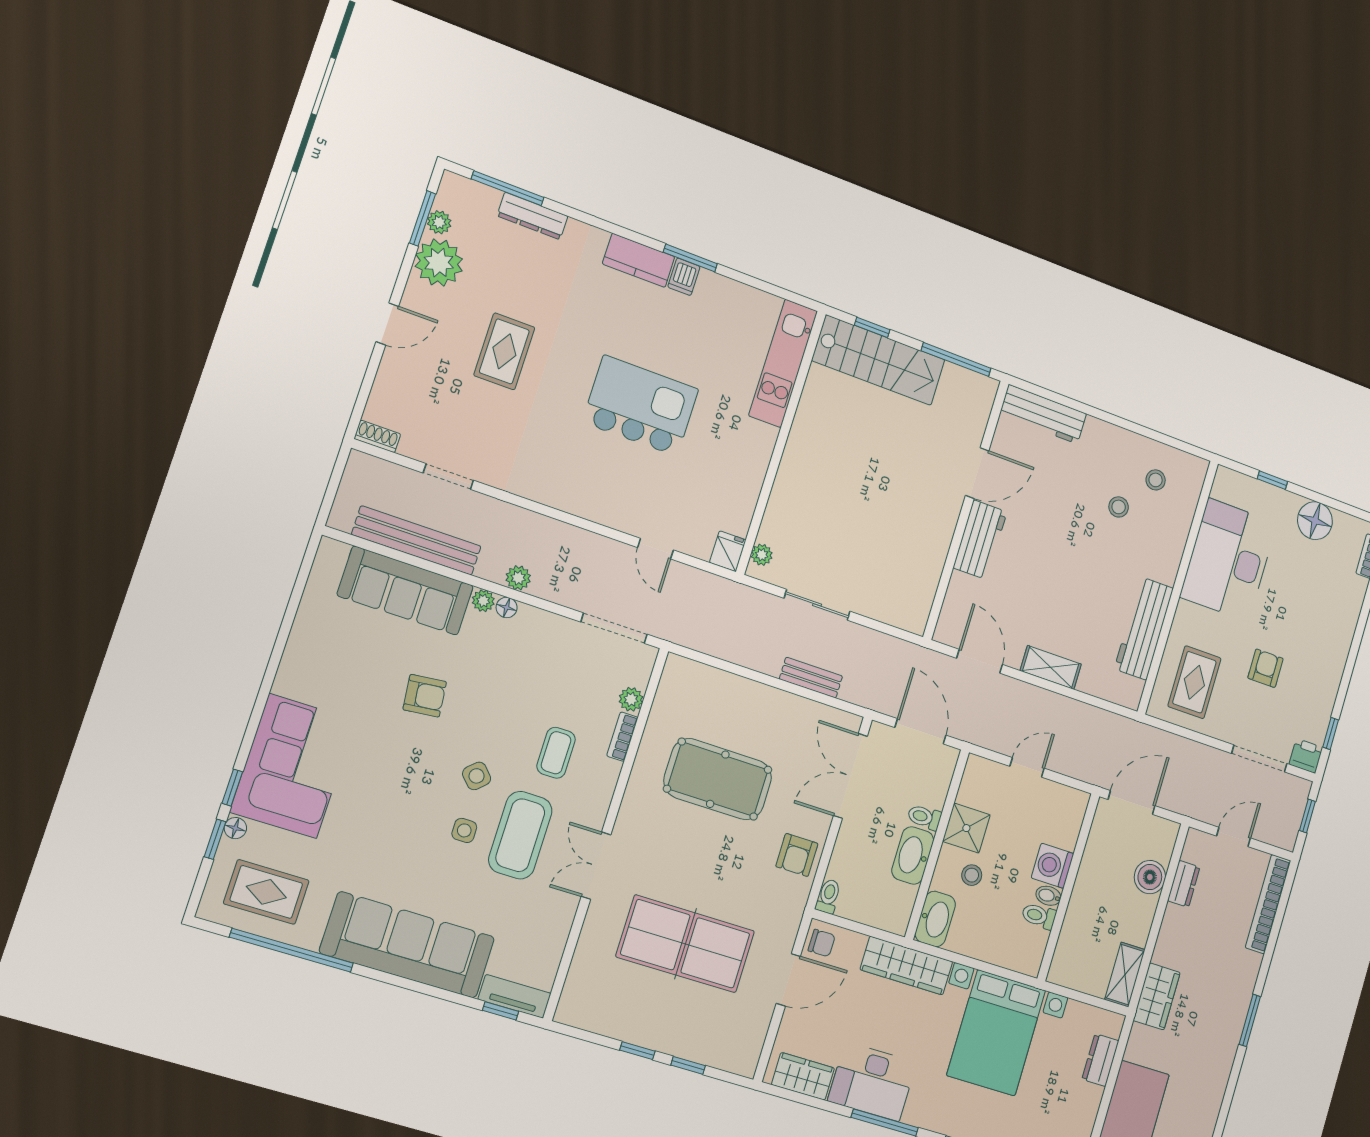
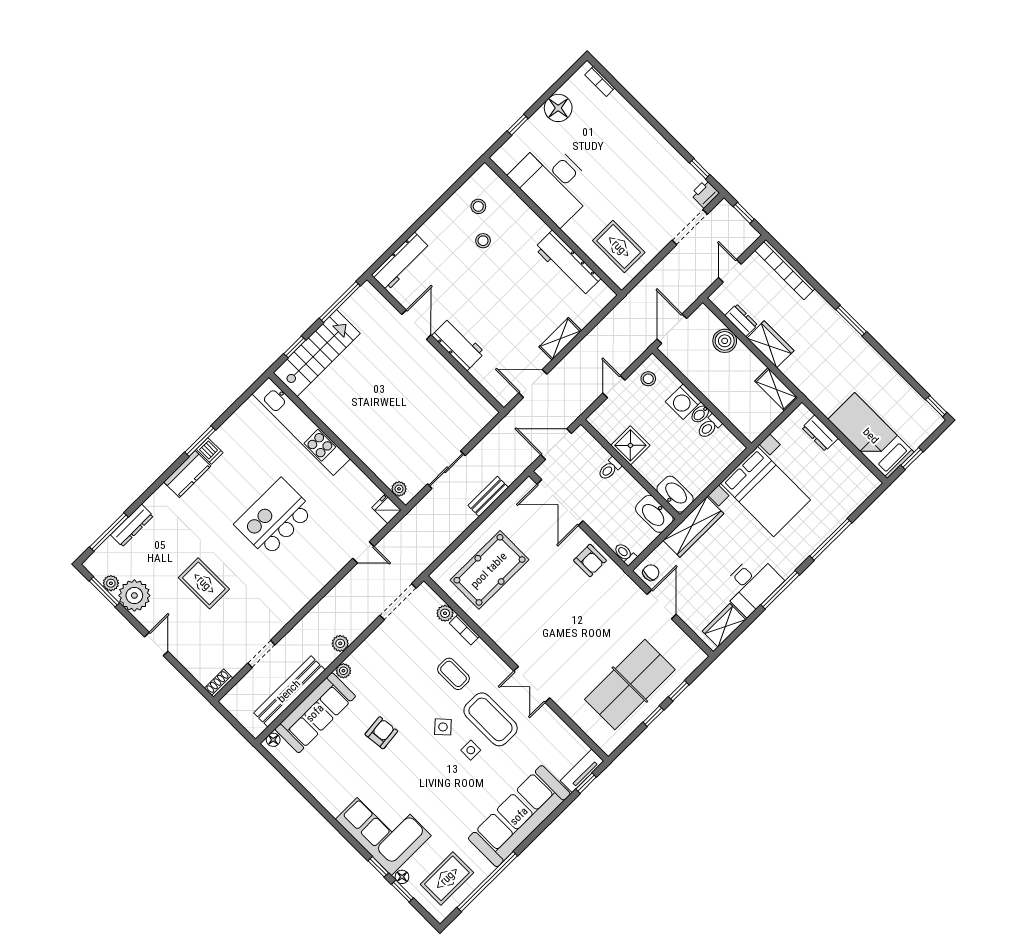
kitchen unit: (783, 363) -> (301, 426), width x1.36
floor lamp: (507, 608) -> (273, 740), moved
armchair: (1265, 668) -> (635, 193), removed
pool table: (718, 779) -> (489, 570), moved
washbasin: (913, 855) -> (654, 514), moved
stool: (972, 875) -> (648, 379), moved
table tennis table: (685, 944) -> (630, 684), moved
wardrobe: (1157, 996) -> (770, 344), moved

